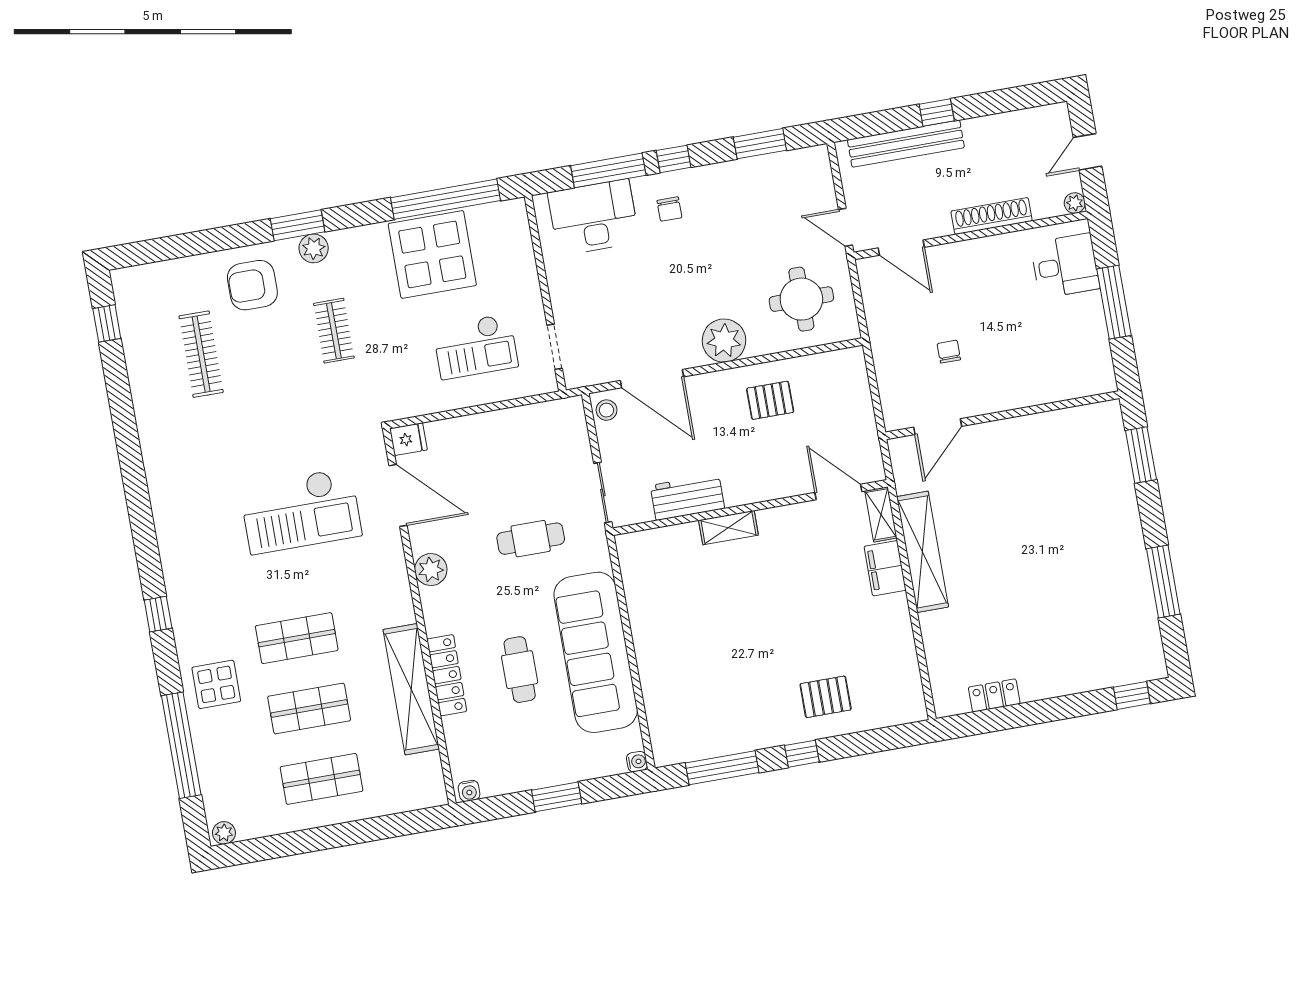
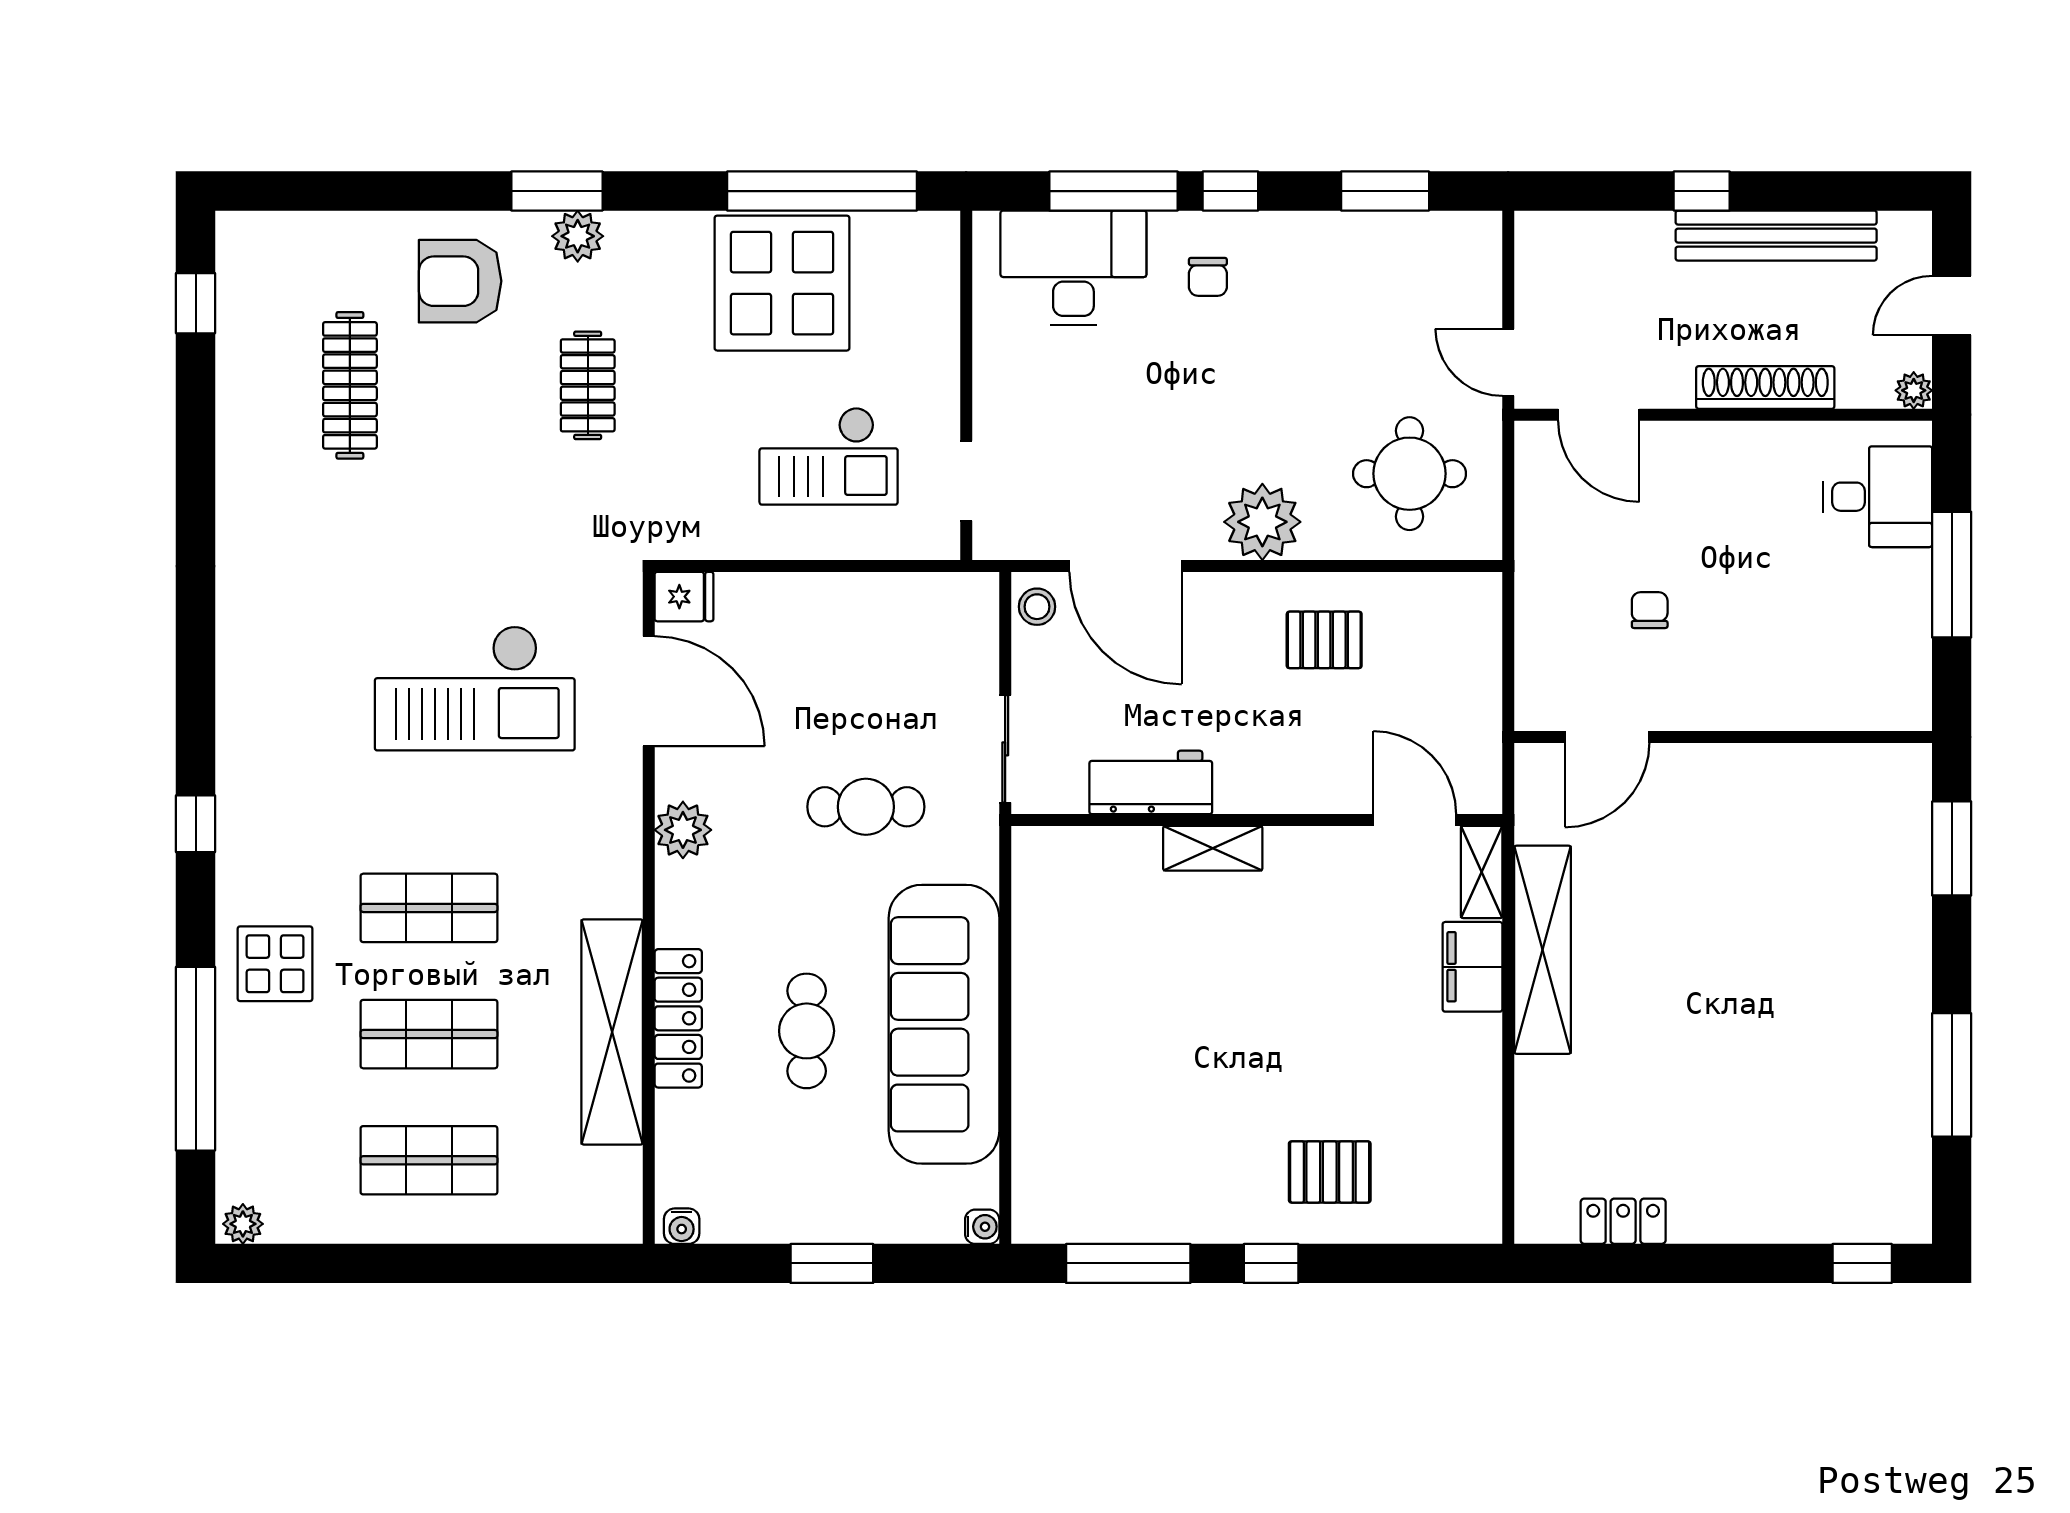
bench: (906, 144) -> (1776, 236), moved

